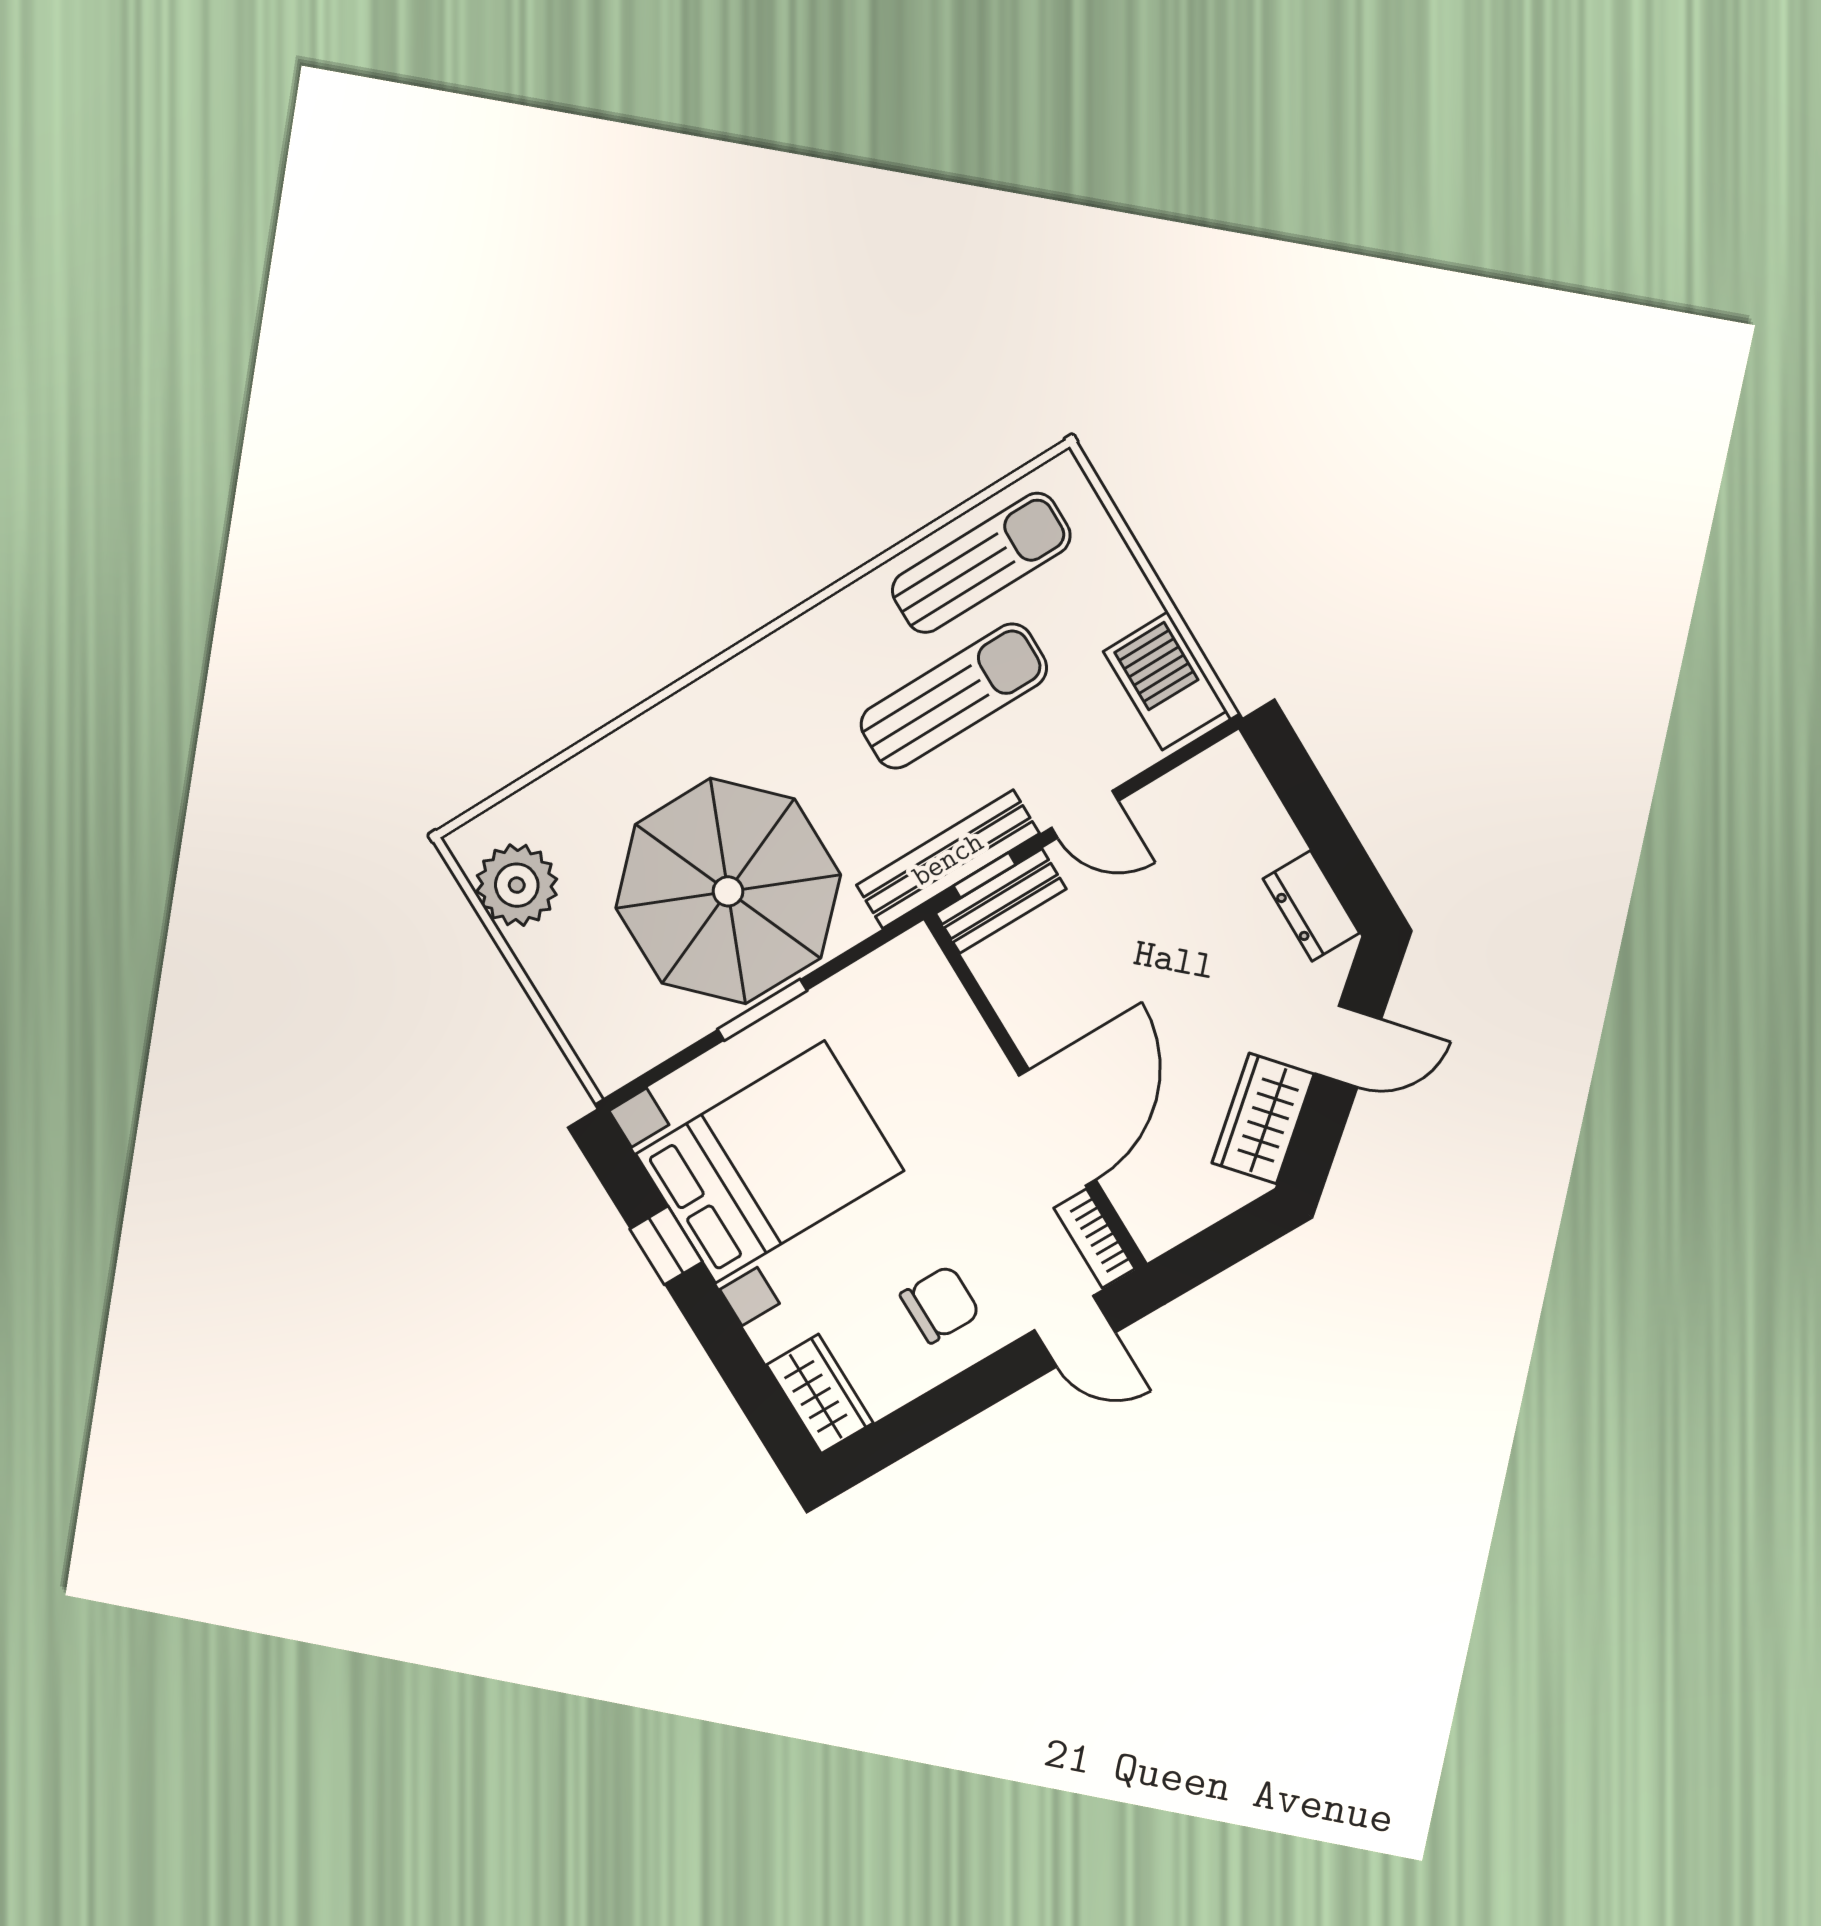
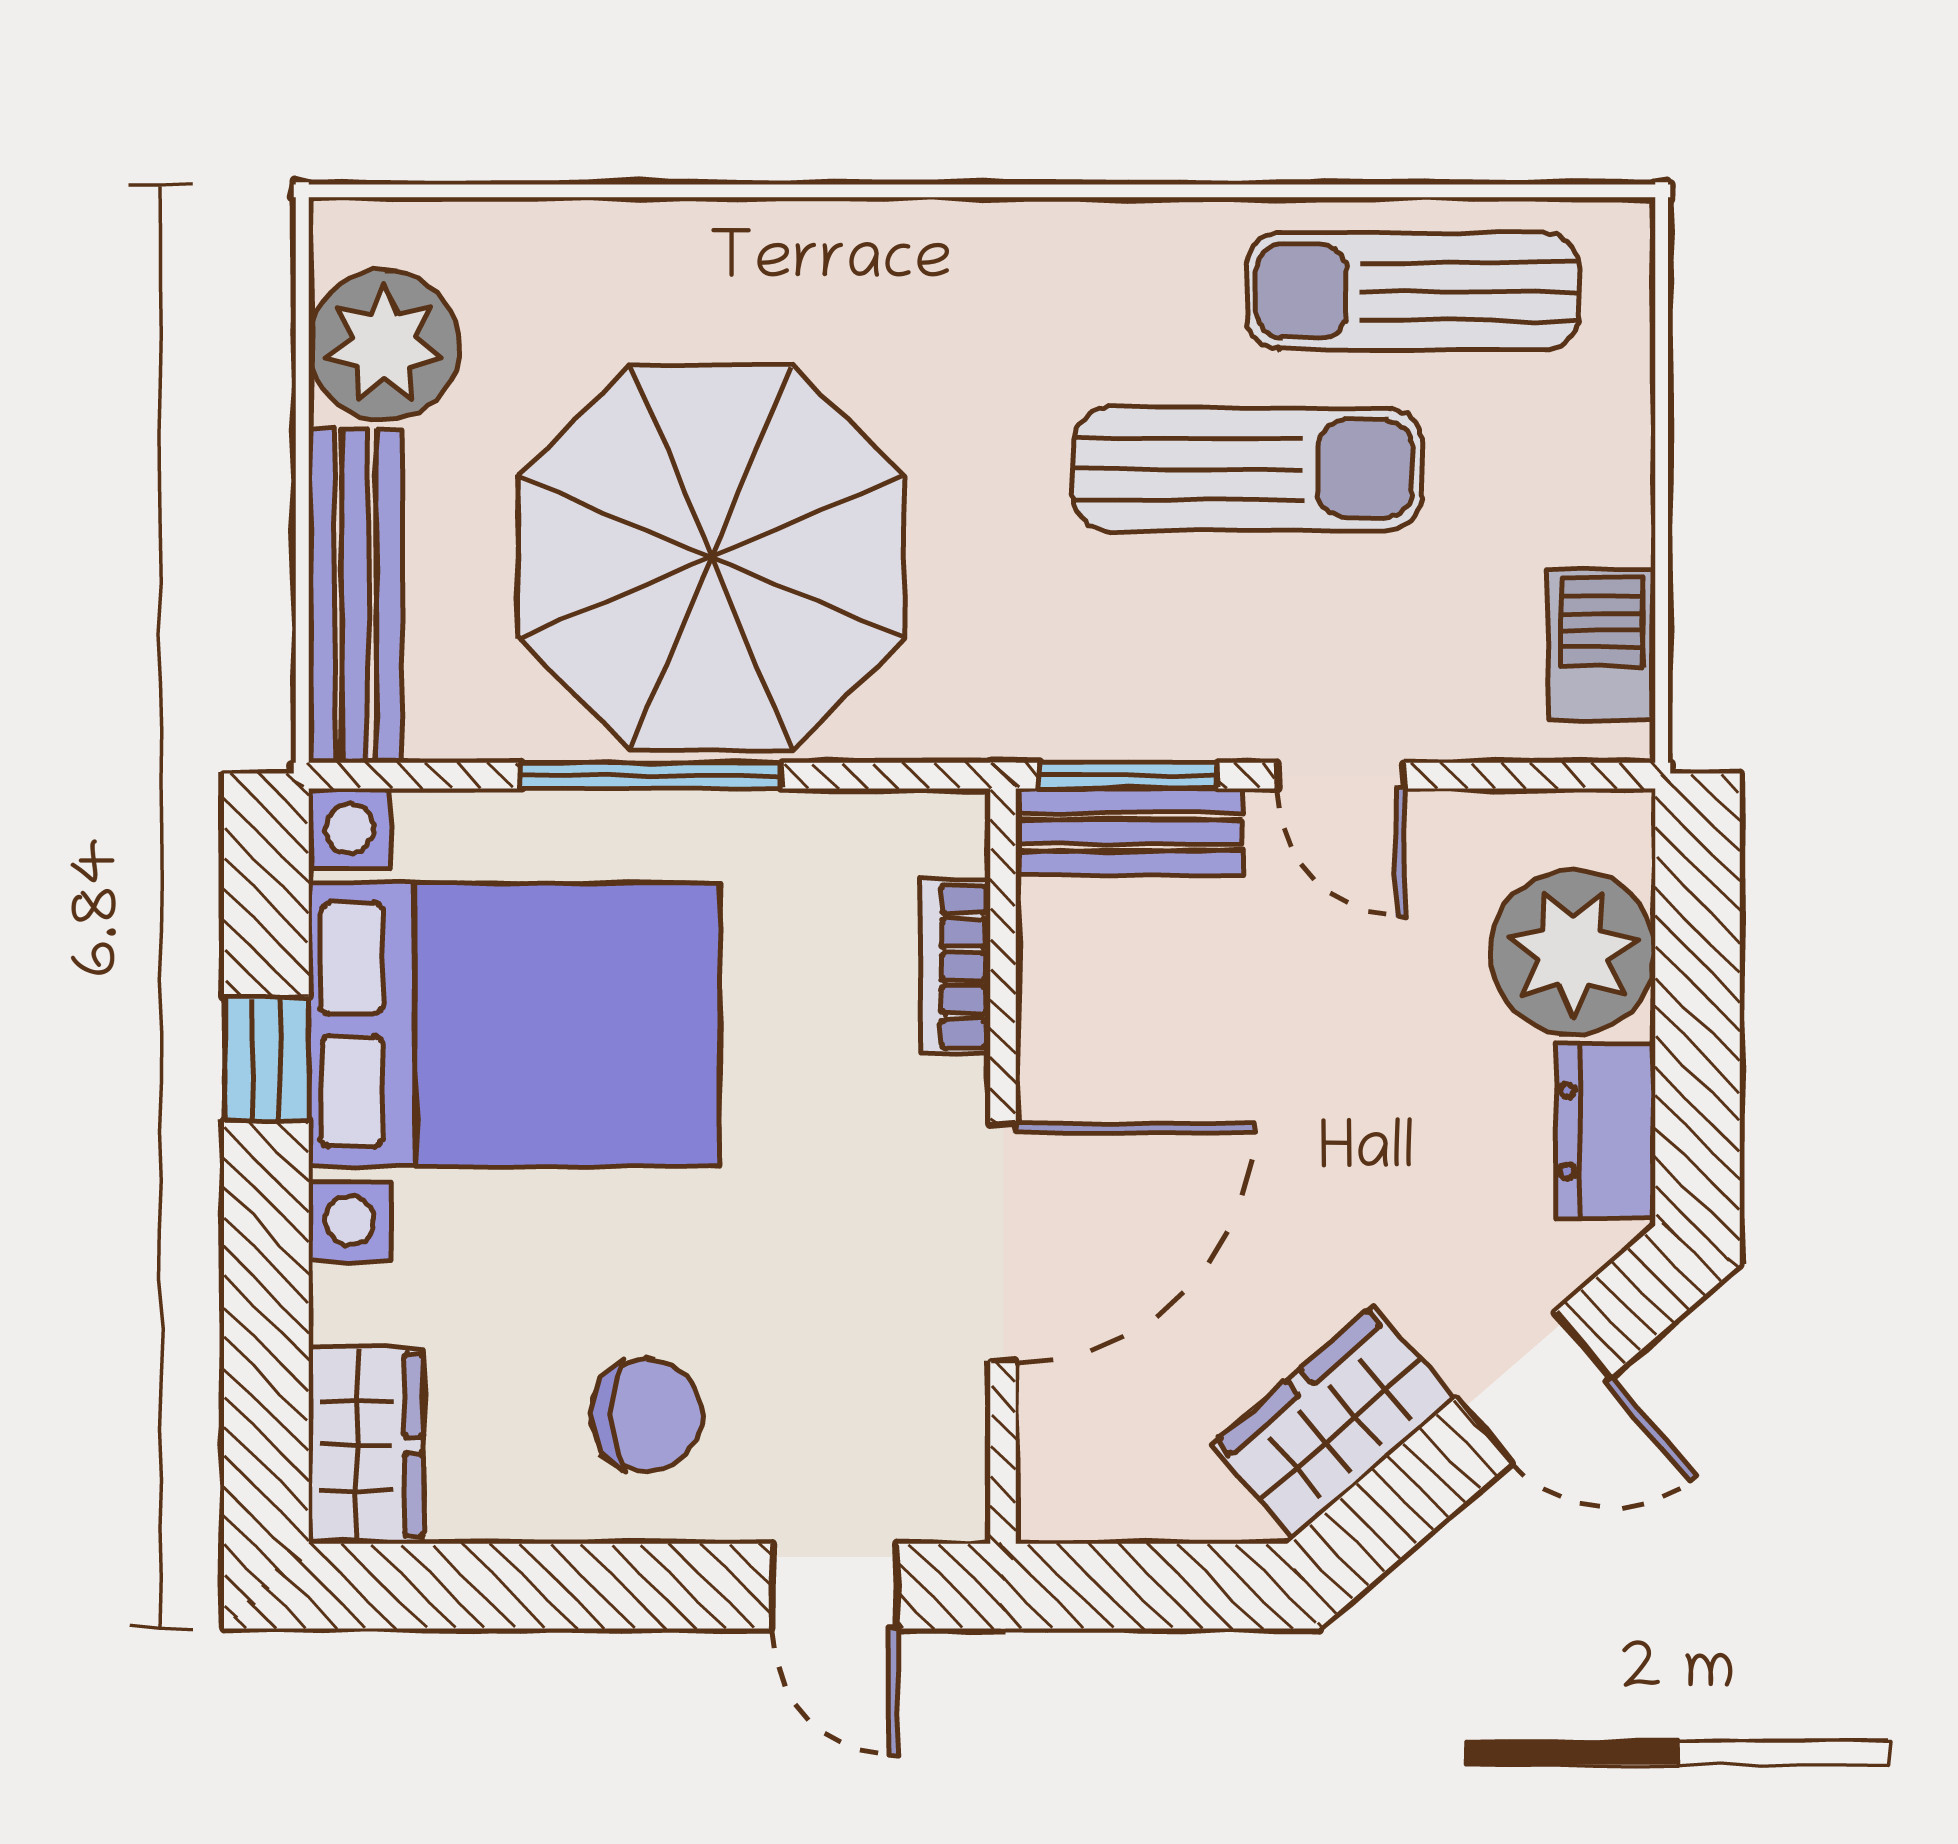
sun lounger: (981, 563) -> (1413, 291), turned 180
barbecue: (1165, 681) -> (1602, 645), width x0.73, depth x0.79
plant: (1245, 831) -> (1573, 952), added
bench: (948, 859) -> (355, 596), moved, turned 90
window: (984, 875) -> (1128, 776), width x1.50
window: (762, 1010) -> (651, 776), width x1.44
bookcase: (1094, 1238) -> (955, 967), moved

